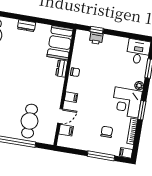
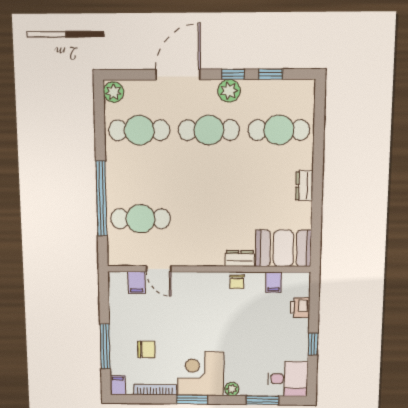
window: (97, 30) -> (313, 344), moved
filing cabinet: (71, 97) -> (274, 282), moved

